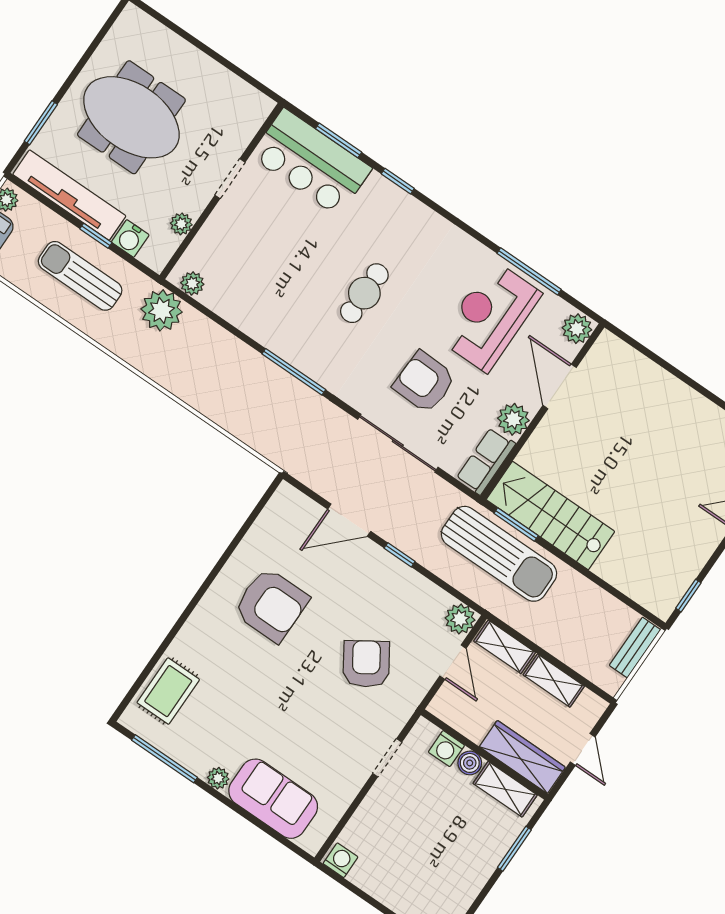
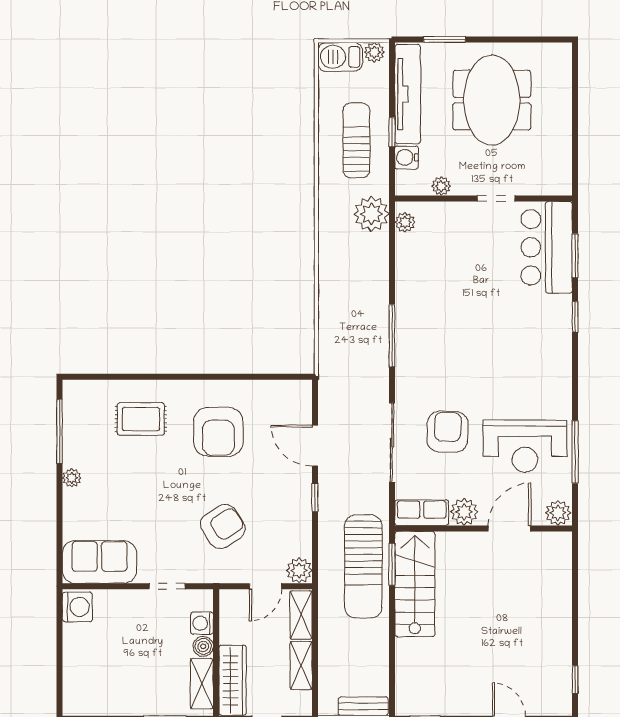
cafe table: (364, 293) -> (481, 347), removed
reception desk: (490, 316) -> (525, 446), turned 180
rug: (168, 691) -> (141, 419), moved
sofa: (273, 799) -> (99, 562), moved, turned -90
washing machine: (341, 860) -> (77, 607), width x1.38, depth x1.38

